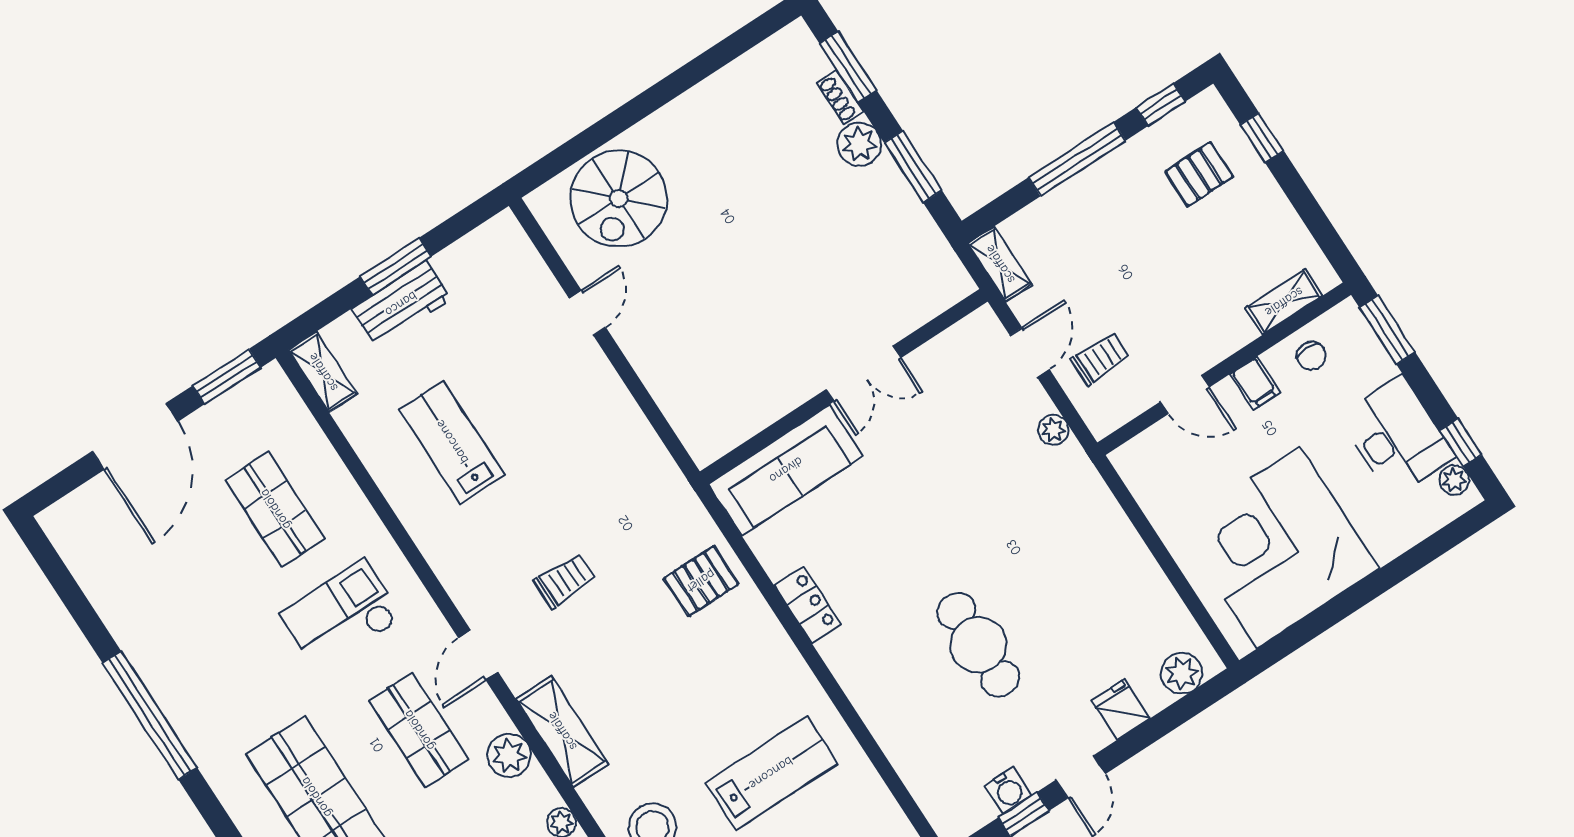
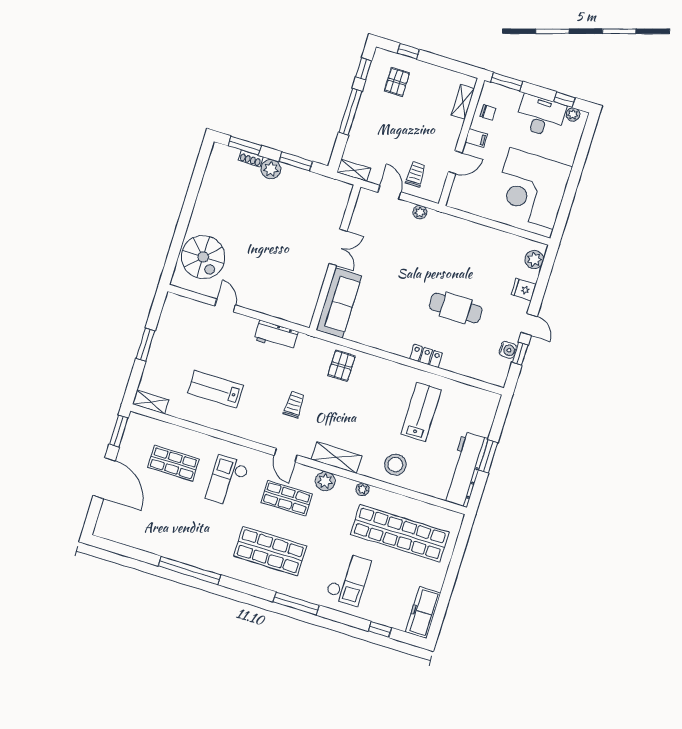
workbench: (401, 304) -> (276, 336), moved, turned 90
locker: (808, 605) -> (426, 356), moved

